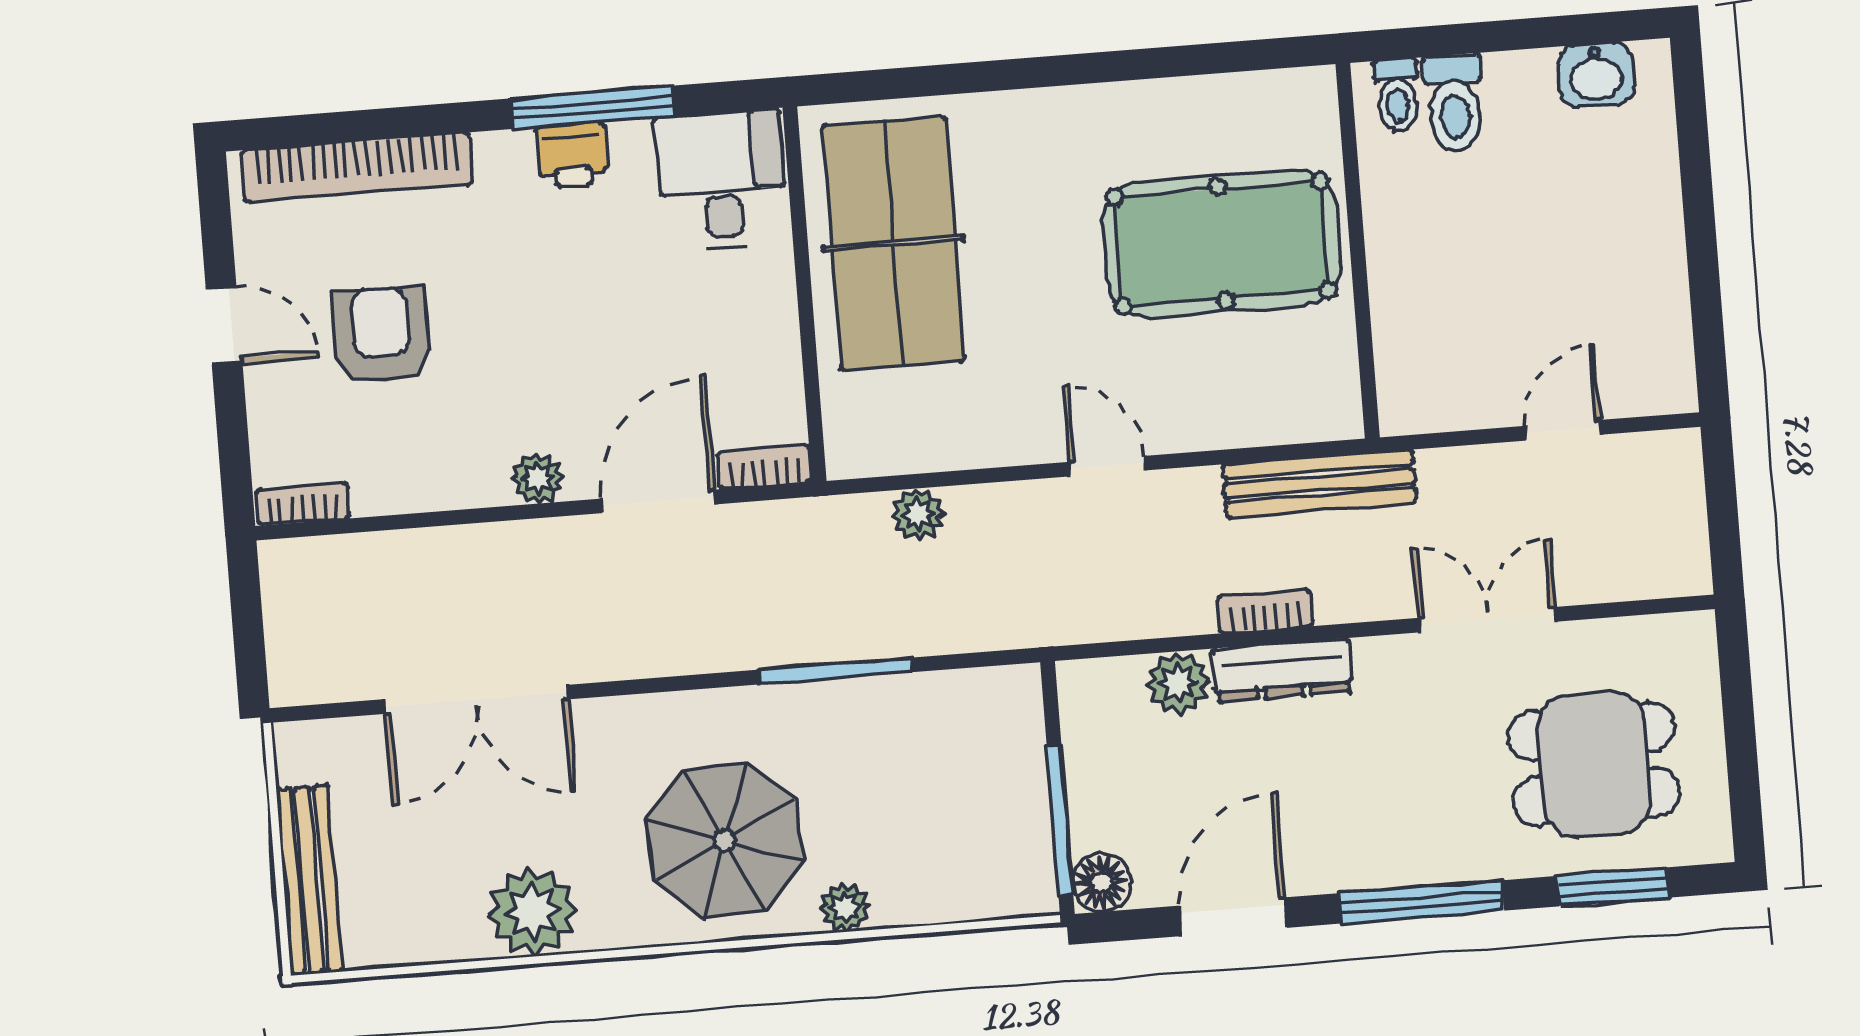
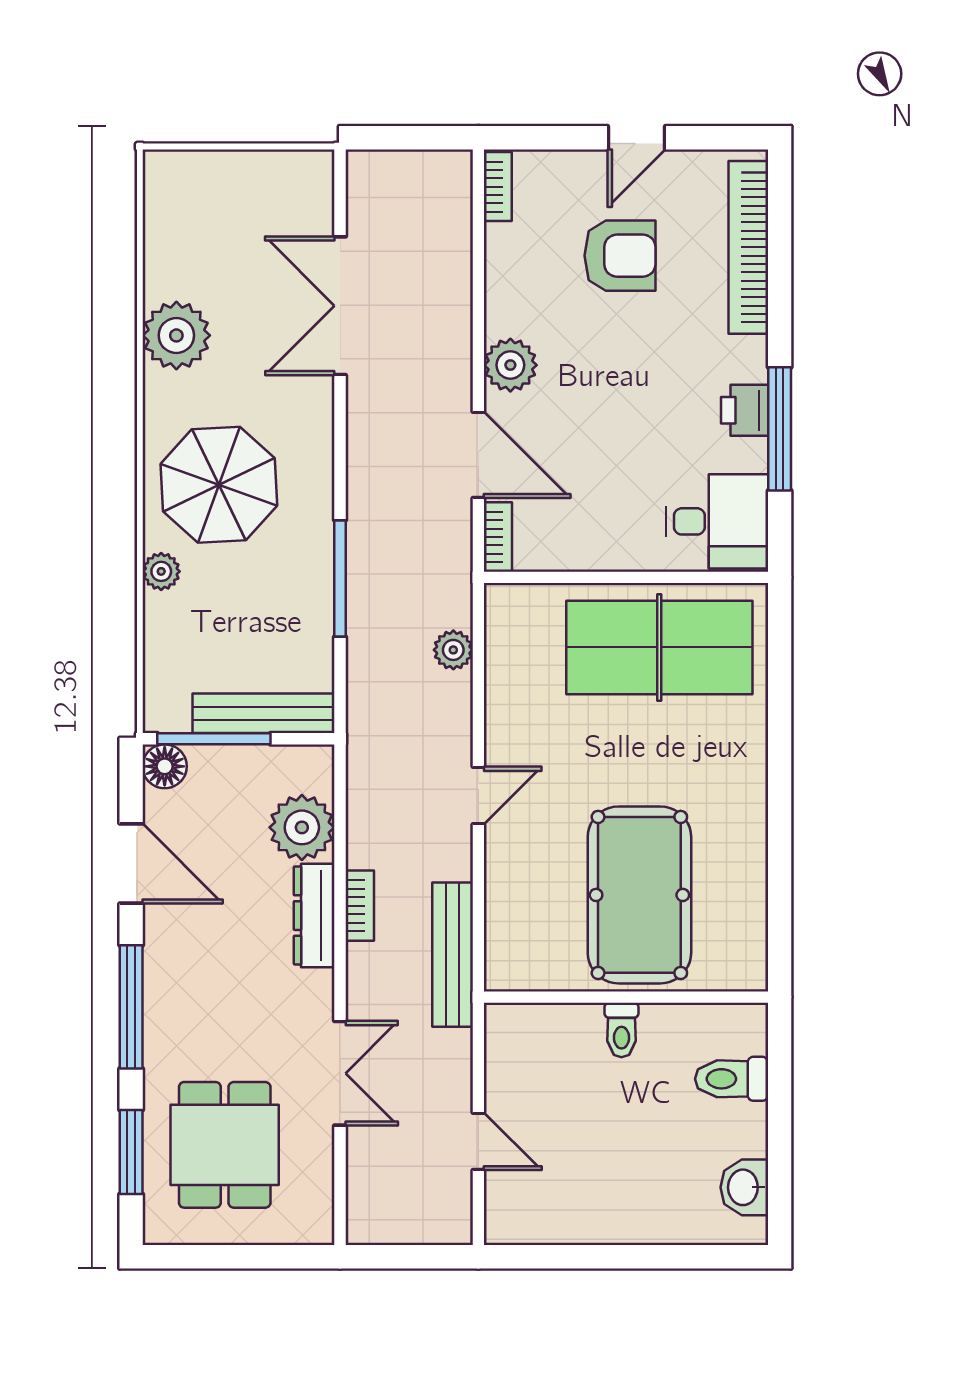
toilet: (1397, 96) -> (621, 1030), moved, turned -90
plant: (537, 478) -> (510, 365), width x1.38, depth x1.38
plant: (1178, 683) -> (302, 827), width x1.36, depth x1.36
bench: (309, 880) -> (264, 713), moved

